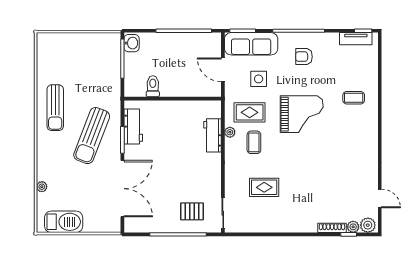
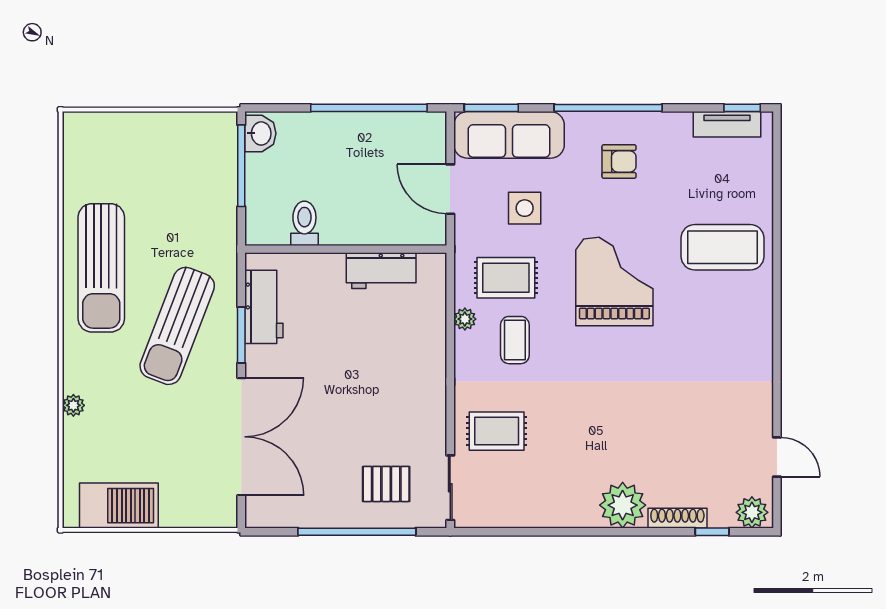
armchair: (304, 57) -> (619, 161), turned 180
coffee table: (354, 98) -> (723, 247), width x1.86, depth x1.72
sun lounger: (55, 108) -> (101, 268), width x1.36, depth x1.34
grand piano: (302, 114) -> (614, 282), turned -90
workbench: (213, 135) -> (381, 271), moved, turned -90
plant: (42, 187) -> (73, 405), moved
rug: (264, 187) -> (497, 431), moved
plant: (353, 227) -> (623, 505), moved, width x1.87, depth x1.87

